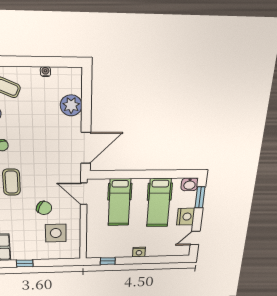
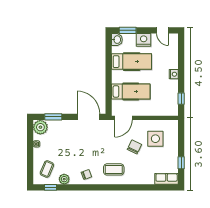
window: (86, 98) -> (53, 117), added
plant: (71, 105) -> (40, 127), moved

